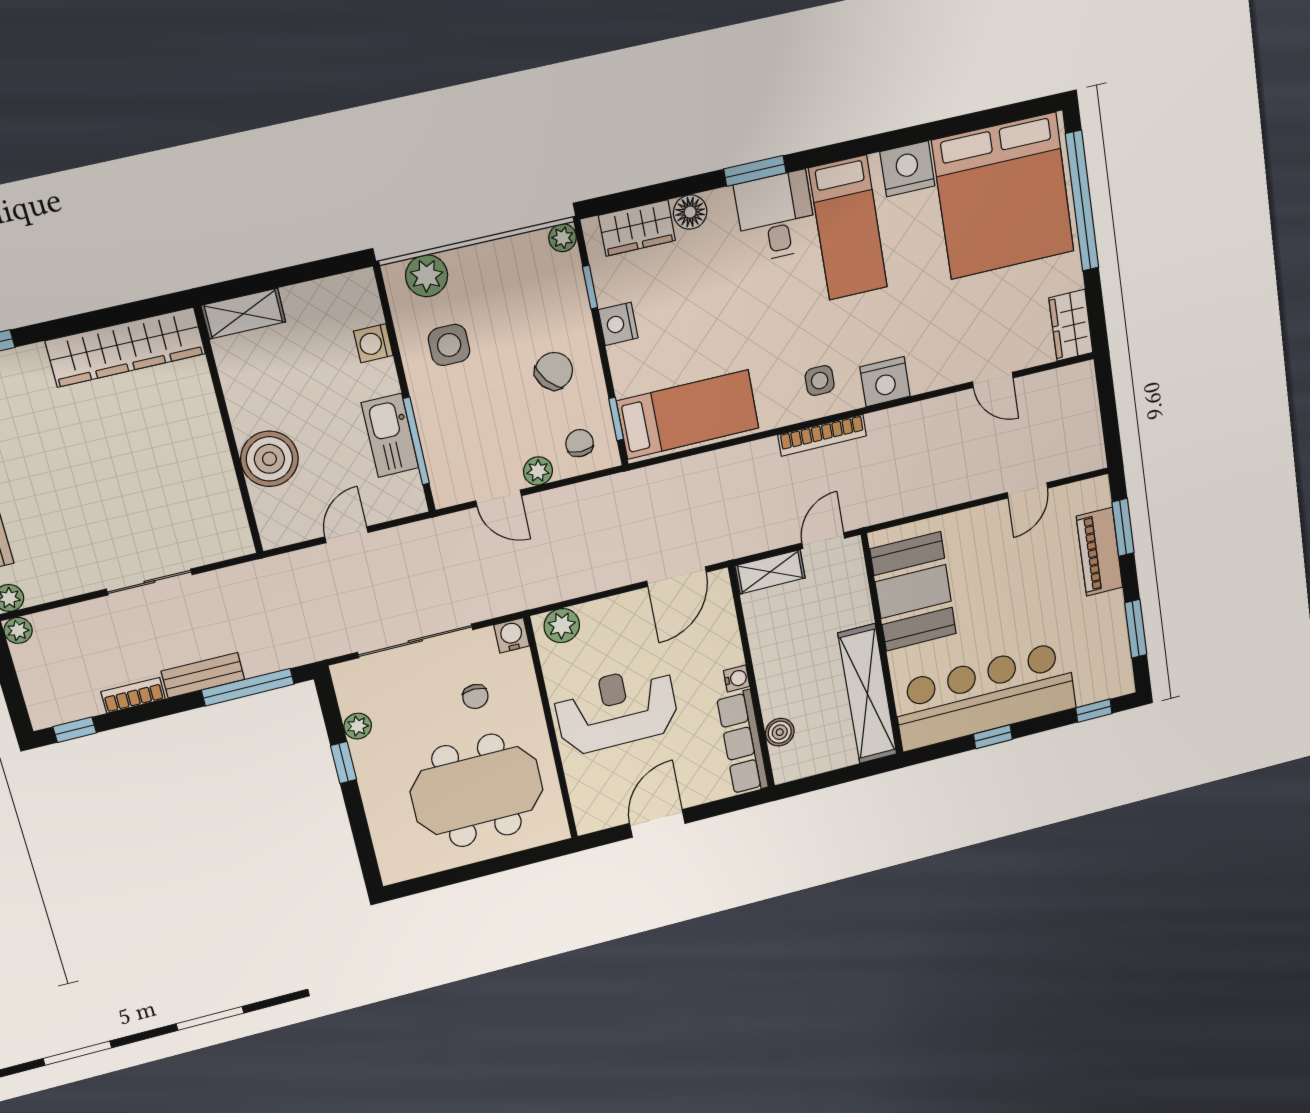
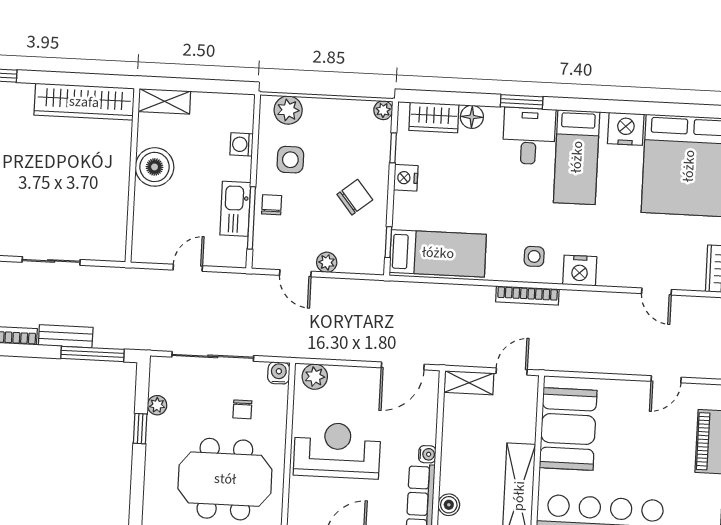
chair: (579, 443) -> (272, 205), moved
boiler: (269, 459) -> (155, 167), moved

